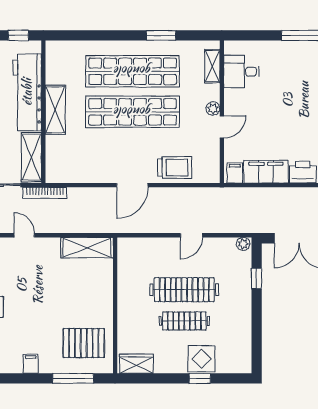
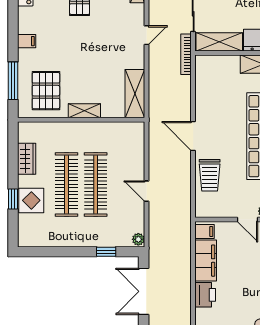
shelving: (105, 302) -> (84, 111), added
clothes rail: (184, 321) -> (67, 184), width x1.37, depth x1.31
wardrobe: (136, 364) -> (27, 159), moved

